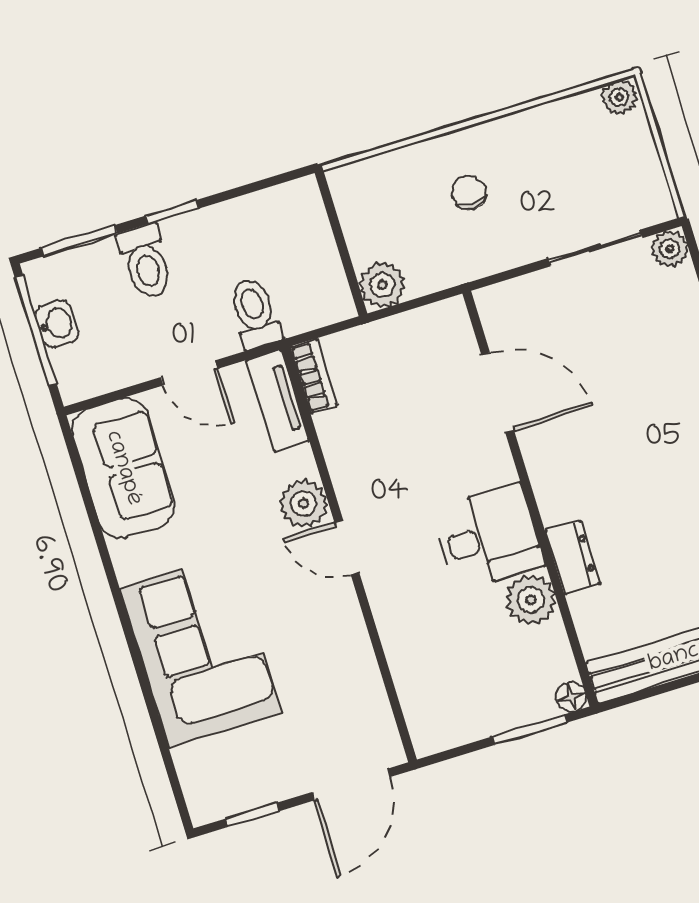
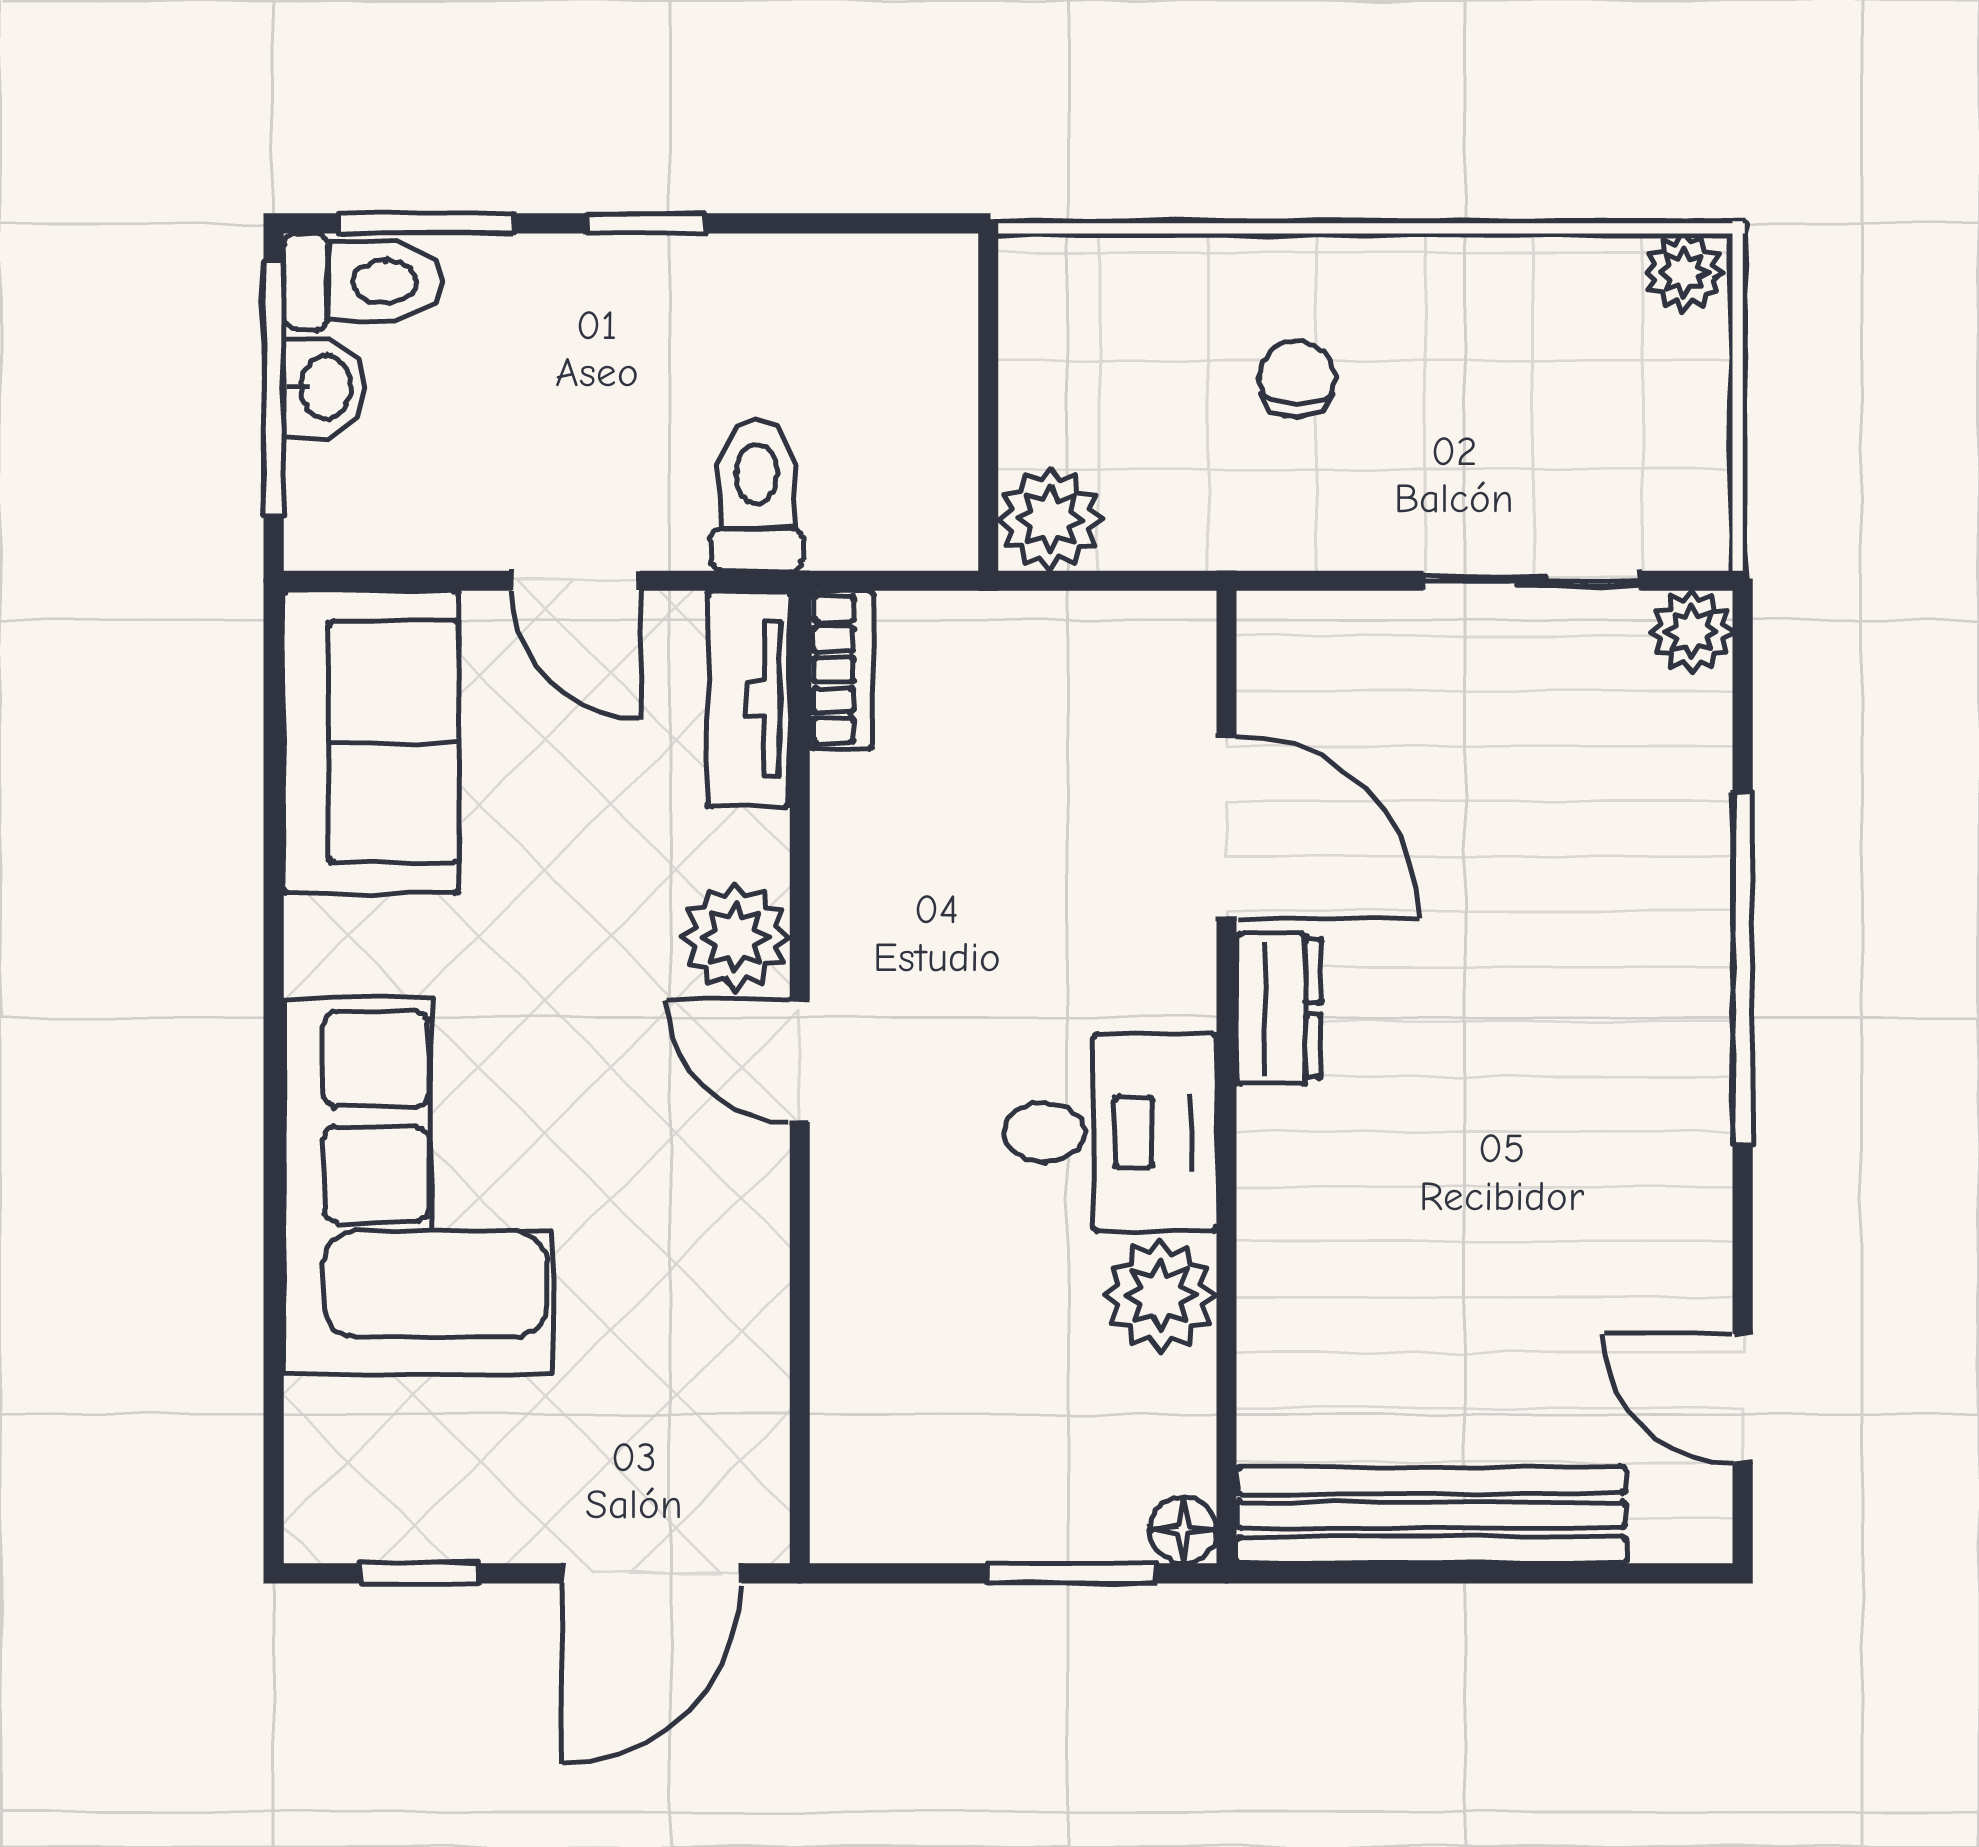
toilet: (145, 262) -> (363, 281), moved, turned -90
dresser: (573, 558) -> (1279, 1009), moved

